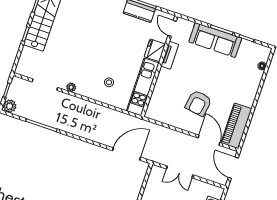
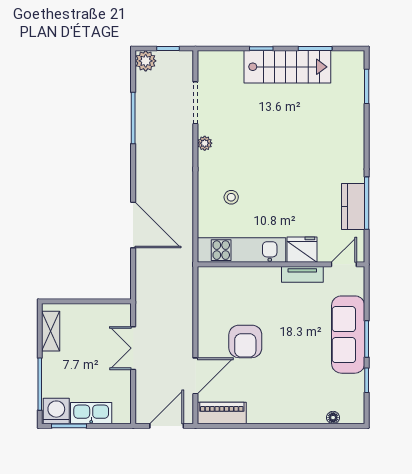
armchair: (198, 103) -> (245, 341), turned -99
piano: (236, 126) -> (222, 413), width x0.73, depth x0.75
door: (127, 154) -> (133, 225), moved

